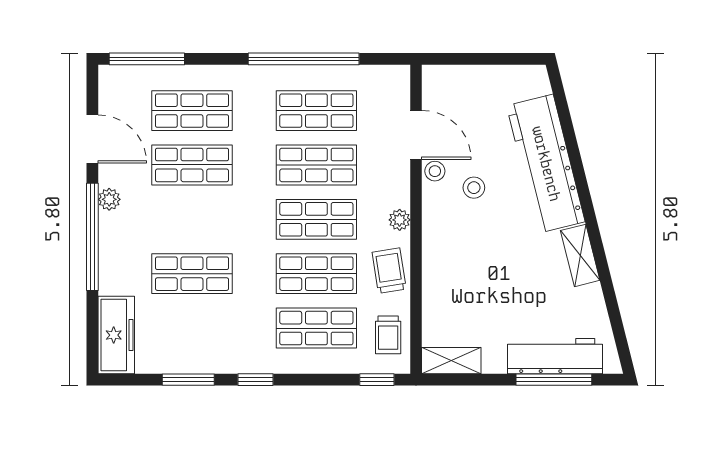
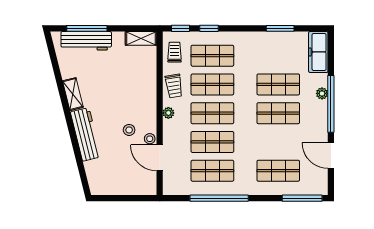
workbench: (546, 164) -> (86, 134), width x0.73, depth x0.76
shop shelf: (192, 165) -> (278, 113), moved
plant: (109, 199) -> (322, 93), moved
window: (255, 380) -> (209, 28), moved

